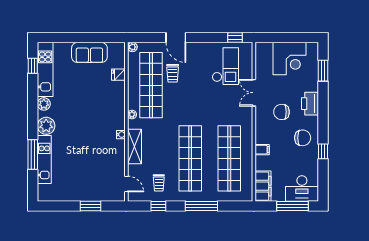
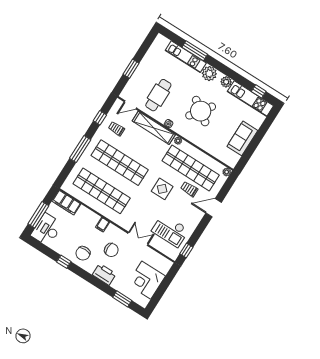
fridge: (118, 75) -> (213, 149), removed
display table: (189, 100) -> (162, 189), added
round table: (89, 111) -> (201, 111), added
chair: (281, 112) -> (111, 250), turned 90
shelving: (135, 147) -> (154, 128), width x1.47
filing cabinet: (262, 150) -> (103, 225), moved
cafe table: (99, 162) -> (158, 95), added

